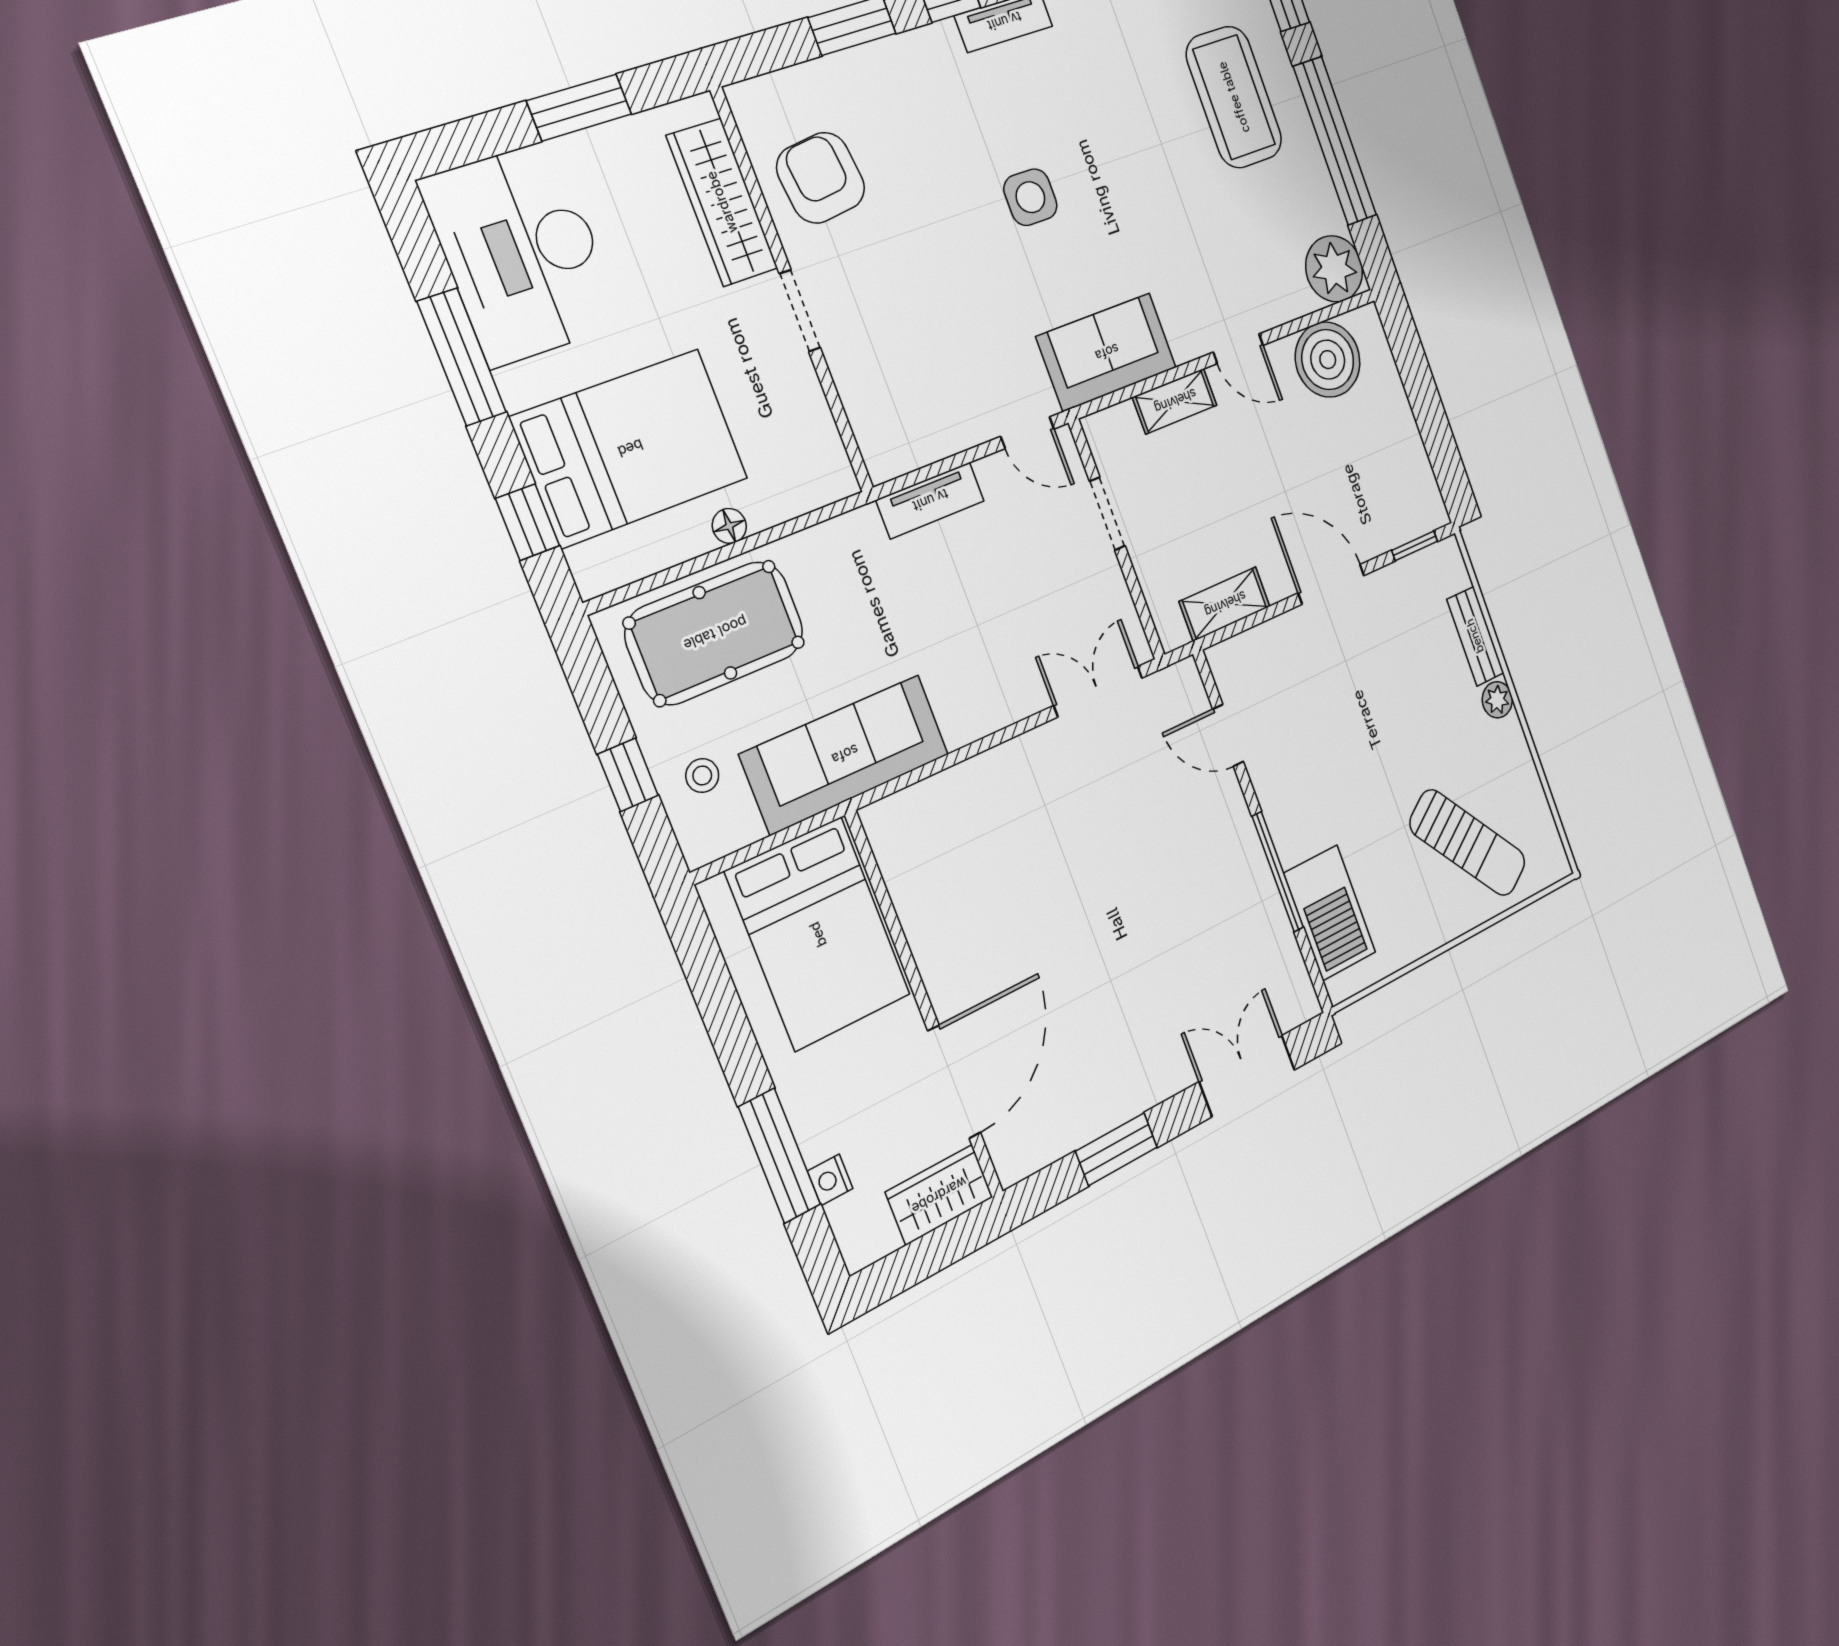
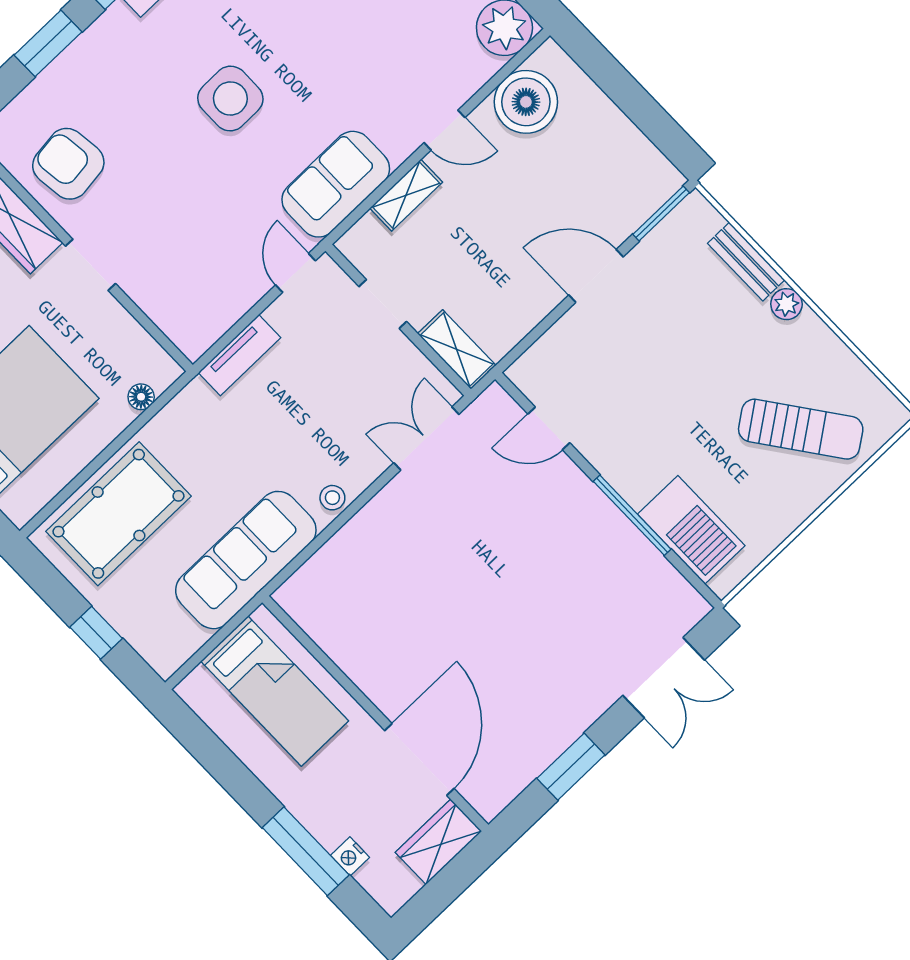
side table: (1030, 197) -> (230, 99), width x1.37, depth x1.37
door: (1027, 433) -> (296, 273), swing flipped
floor lamp: (729, 526) -> (141, 397), moved
window: (1415, 546) -> (661, 213), width x1.50
shelving: (1225, 604) -> (457, 349), moved, turned 90
stool: (702, 775) -> (332, 498), moved
bed: (818, 934) -> (275, 691), width x0.67
double door: (1247, 1076) -> (664, 678), swing flipped

